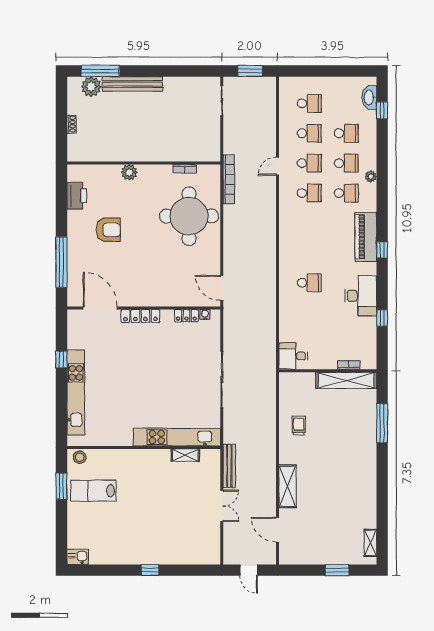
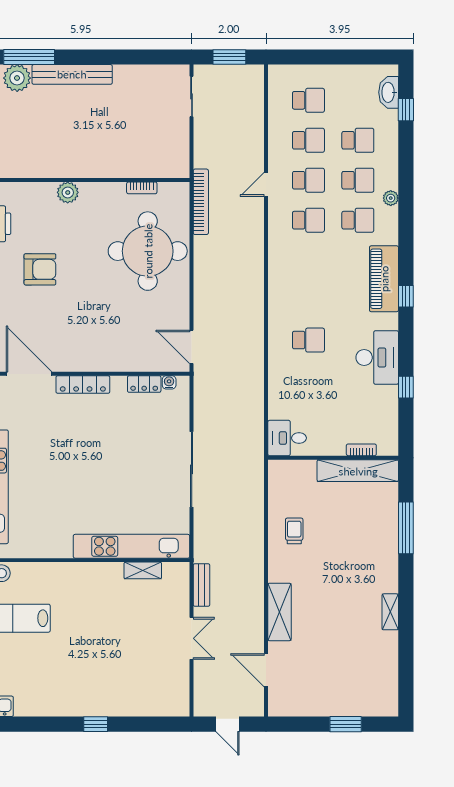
bench: (229, 466) -> (202, 585), width x0.73
shelving: (370, 543) -> (390, 612), moved

